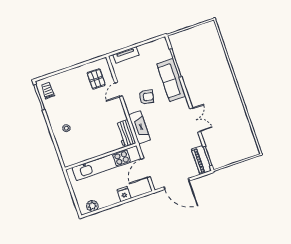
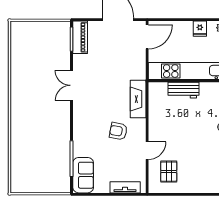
sofa: (171, 80) -> (83, 175), moved, width x0.73
workbench: (126, 133) -> (184, 90), moved, turned 90
door: (146, 168) -> (147, 37), moved
fridge: (124, 194) -> (200, 29), moved

